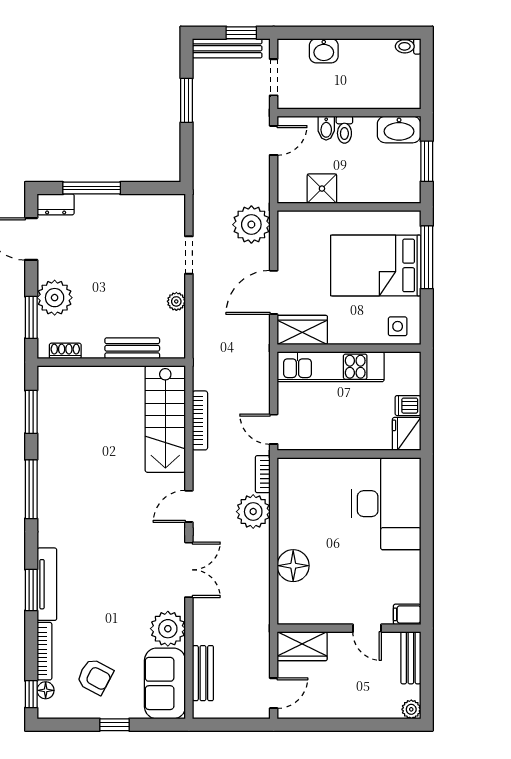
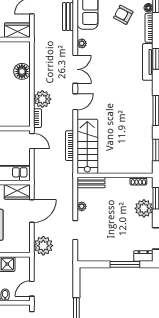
bench: (132, 348) -> (91, 182), moved
double door: (189, 570) -> (75, 69), swing flipped
plant: (168, 629) -> (82, 43), width x0.53, depth x0.53

